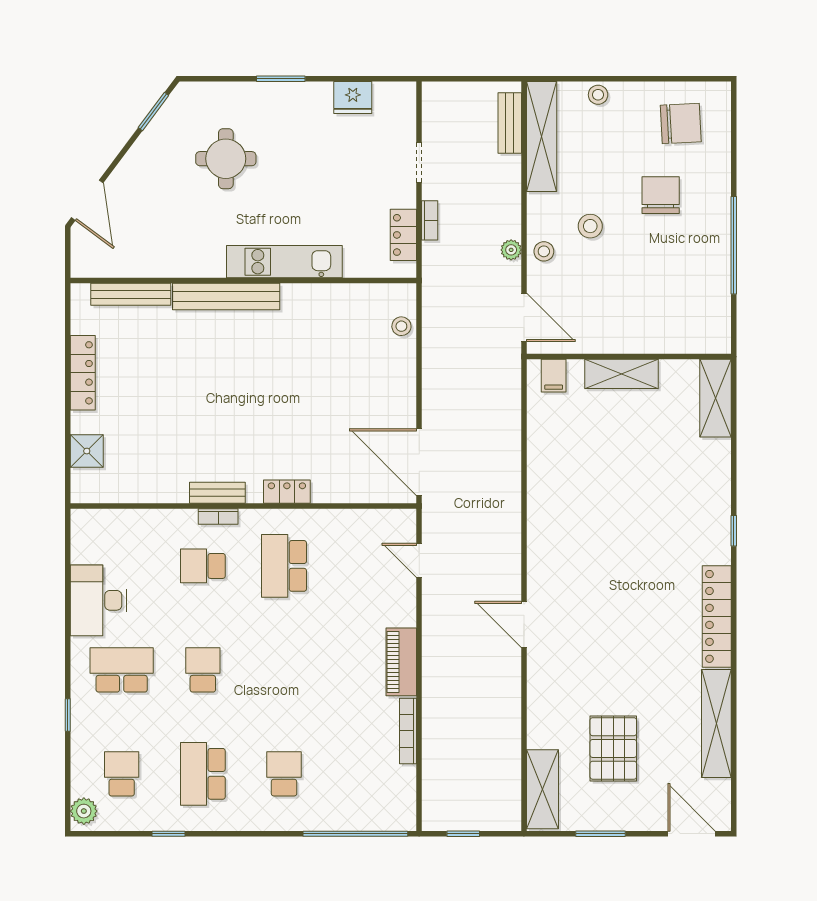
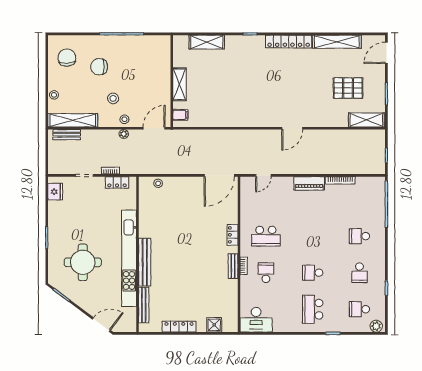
fridge: (353, 98) -> (55, 192), moved
round table: (226, 159) -> (83, 262), width x1.36, depth x1.36
kitchen unit: (284, 262) -> (129, 258), width x1.86
shelving: (715, 398) -> (207, 42), moved
school desk: (203, 566) -> (266, 273), turned 180
desk: (98, 600) -> (256, 320), moved
school desk: (203, 774) -> (359, 273), width x0.54

